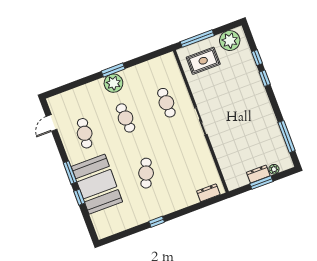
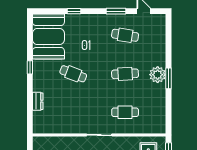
window: (70, 172) -> (116, 11), moved
booth: (97, 184) -> (48, 37), moved, turned 90
dresser: (208, 193) -> (38, 101), moved

